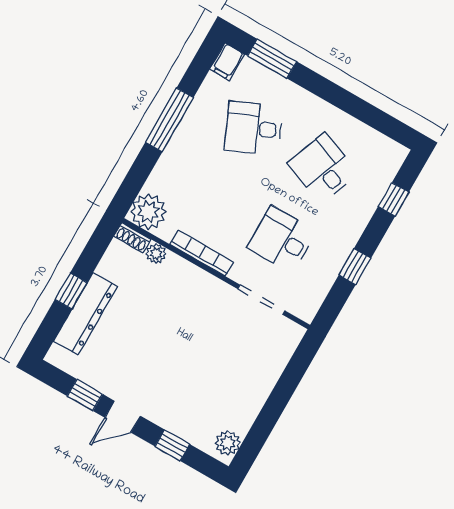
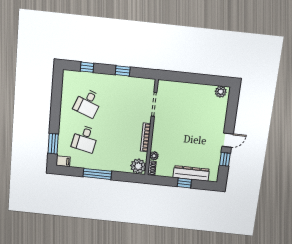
desk: (253, 128) -> (85, 139), turned 36
desk: (282, 239) -> (125, 107), removed
door: (123, 417) -> (228, 140), hinge flipped
window: (172, 445) -> (231, 115), removed

